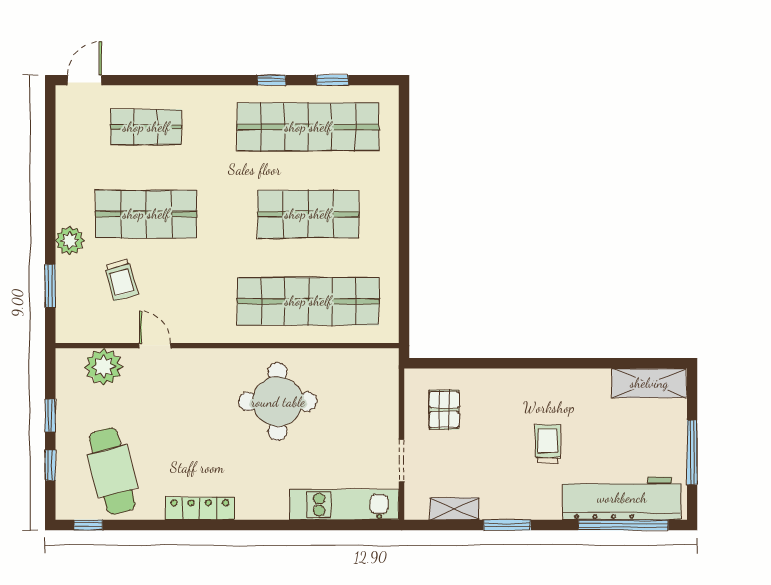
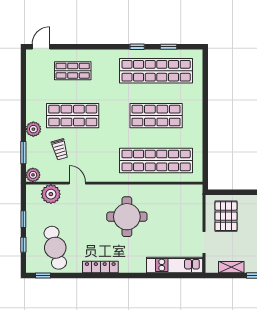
plant: (69, 329) -> (33, 175), added
round table: (278, 402) -> (127, 217), moved
pallet: (444, 410) -> (226, 216), width x1.50, depth x1.42

